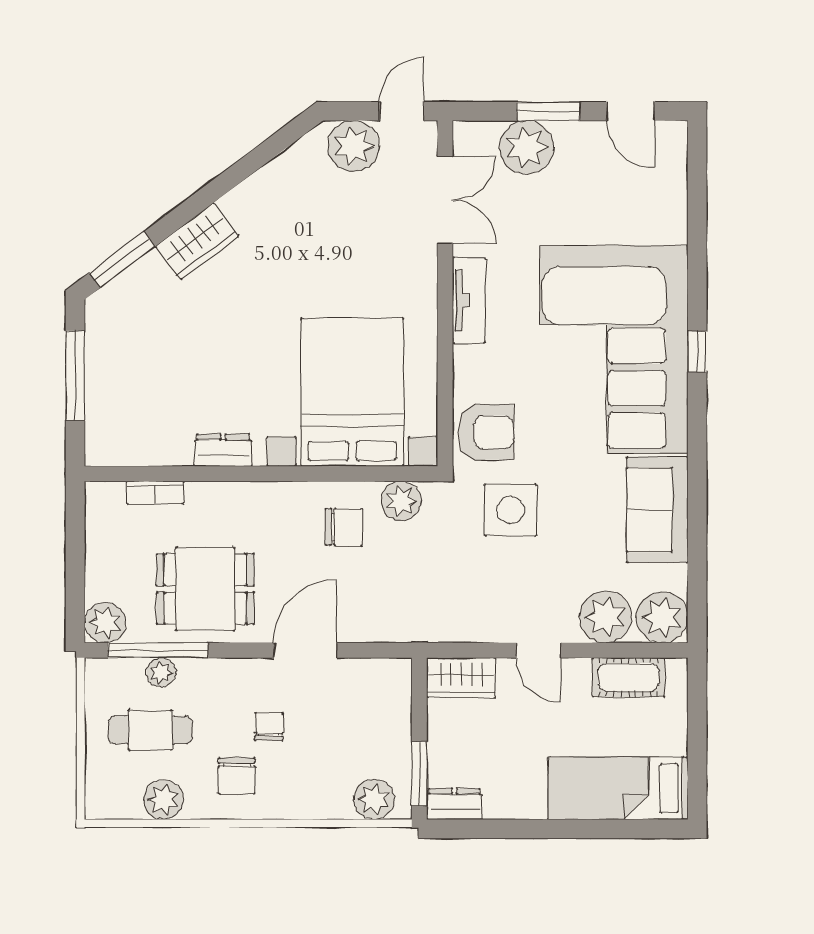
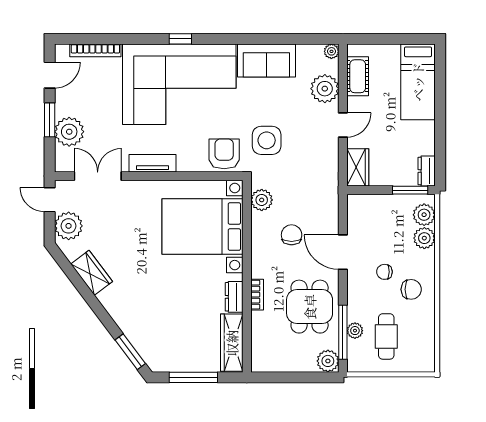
bookcase: (676, 196) -> (95, 50), added
wardrobe: (197, 241) -> (92, 273), moved
wardrobe: (139, 446) -> (232, 343), added
bookcase: (155, 493) -> (257, 295), moved
chair: (344, 527) -> (292, 235), moved
plant: (662, 617) -> (331, 51), width x0.53, depth x0.53
plant: (163, 800) -> (424, 238), moved

